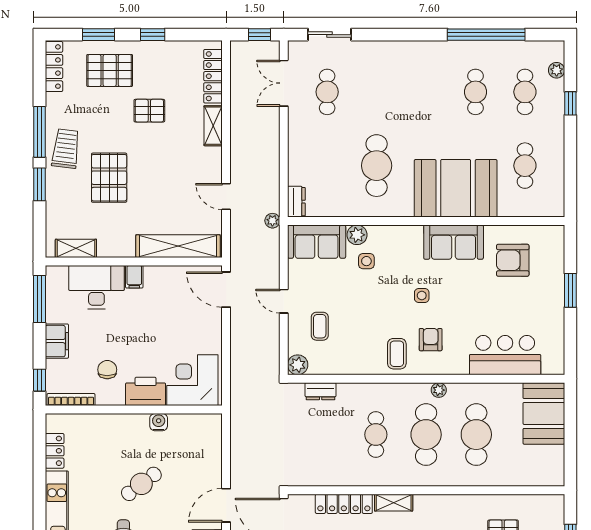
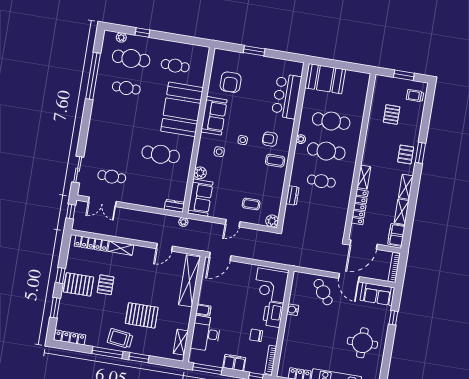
pallet: (110, 70) -> (78, 284), moved, turned 90
cafe table: (525, 92) -> (131, 58), width x1.37, depth x1.35
side table: (366, 261) -> (219, 152), moved
dresser: (321, 391) -> (292, 195), moved
cafe table: (141, 484) -> (323, 292), moved

